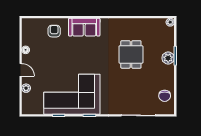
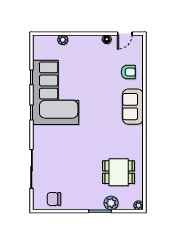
dining table: (131, 54) -> (119, 172), moved
plant: (168, 58) -> (111, 203), moved
door: (21, 70) -> (125, 34), moved

